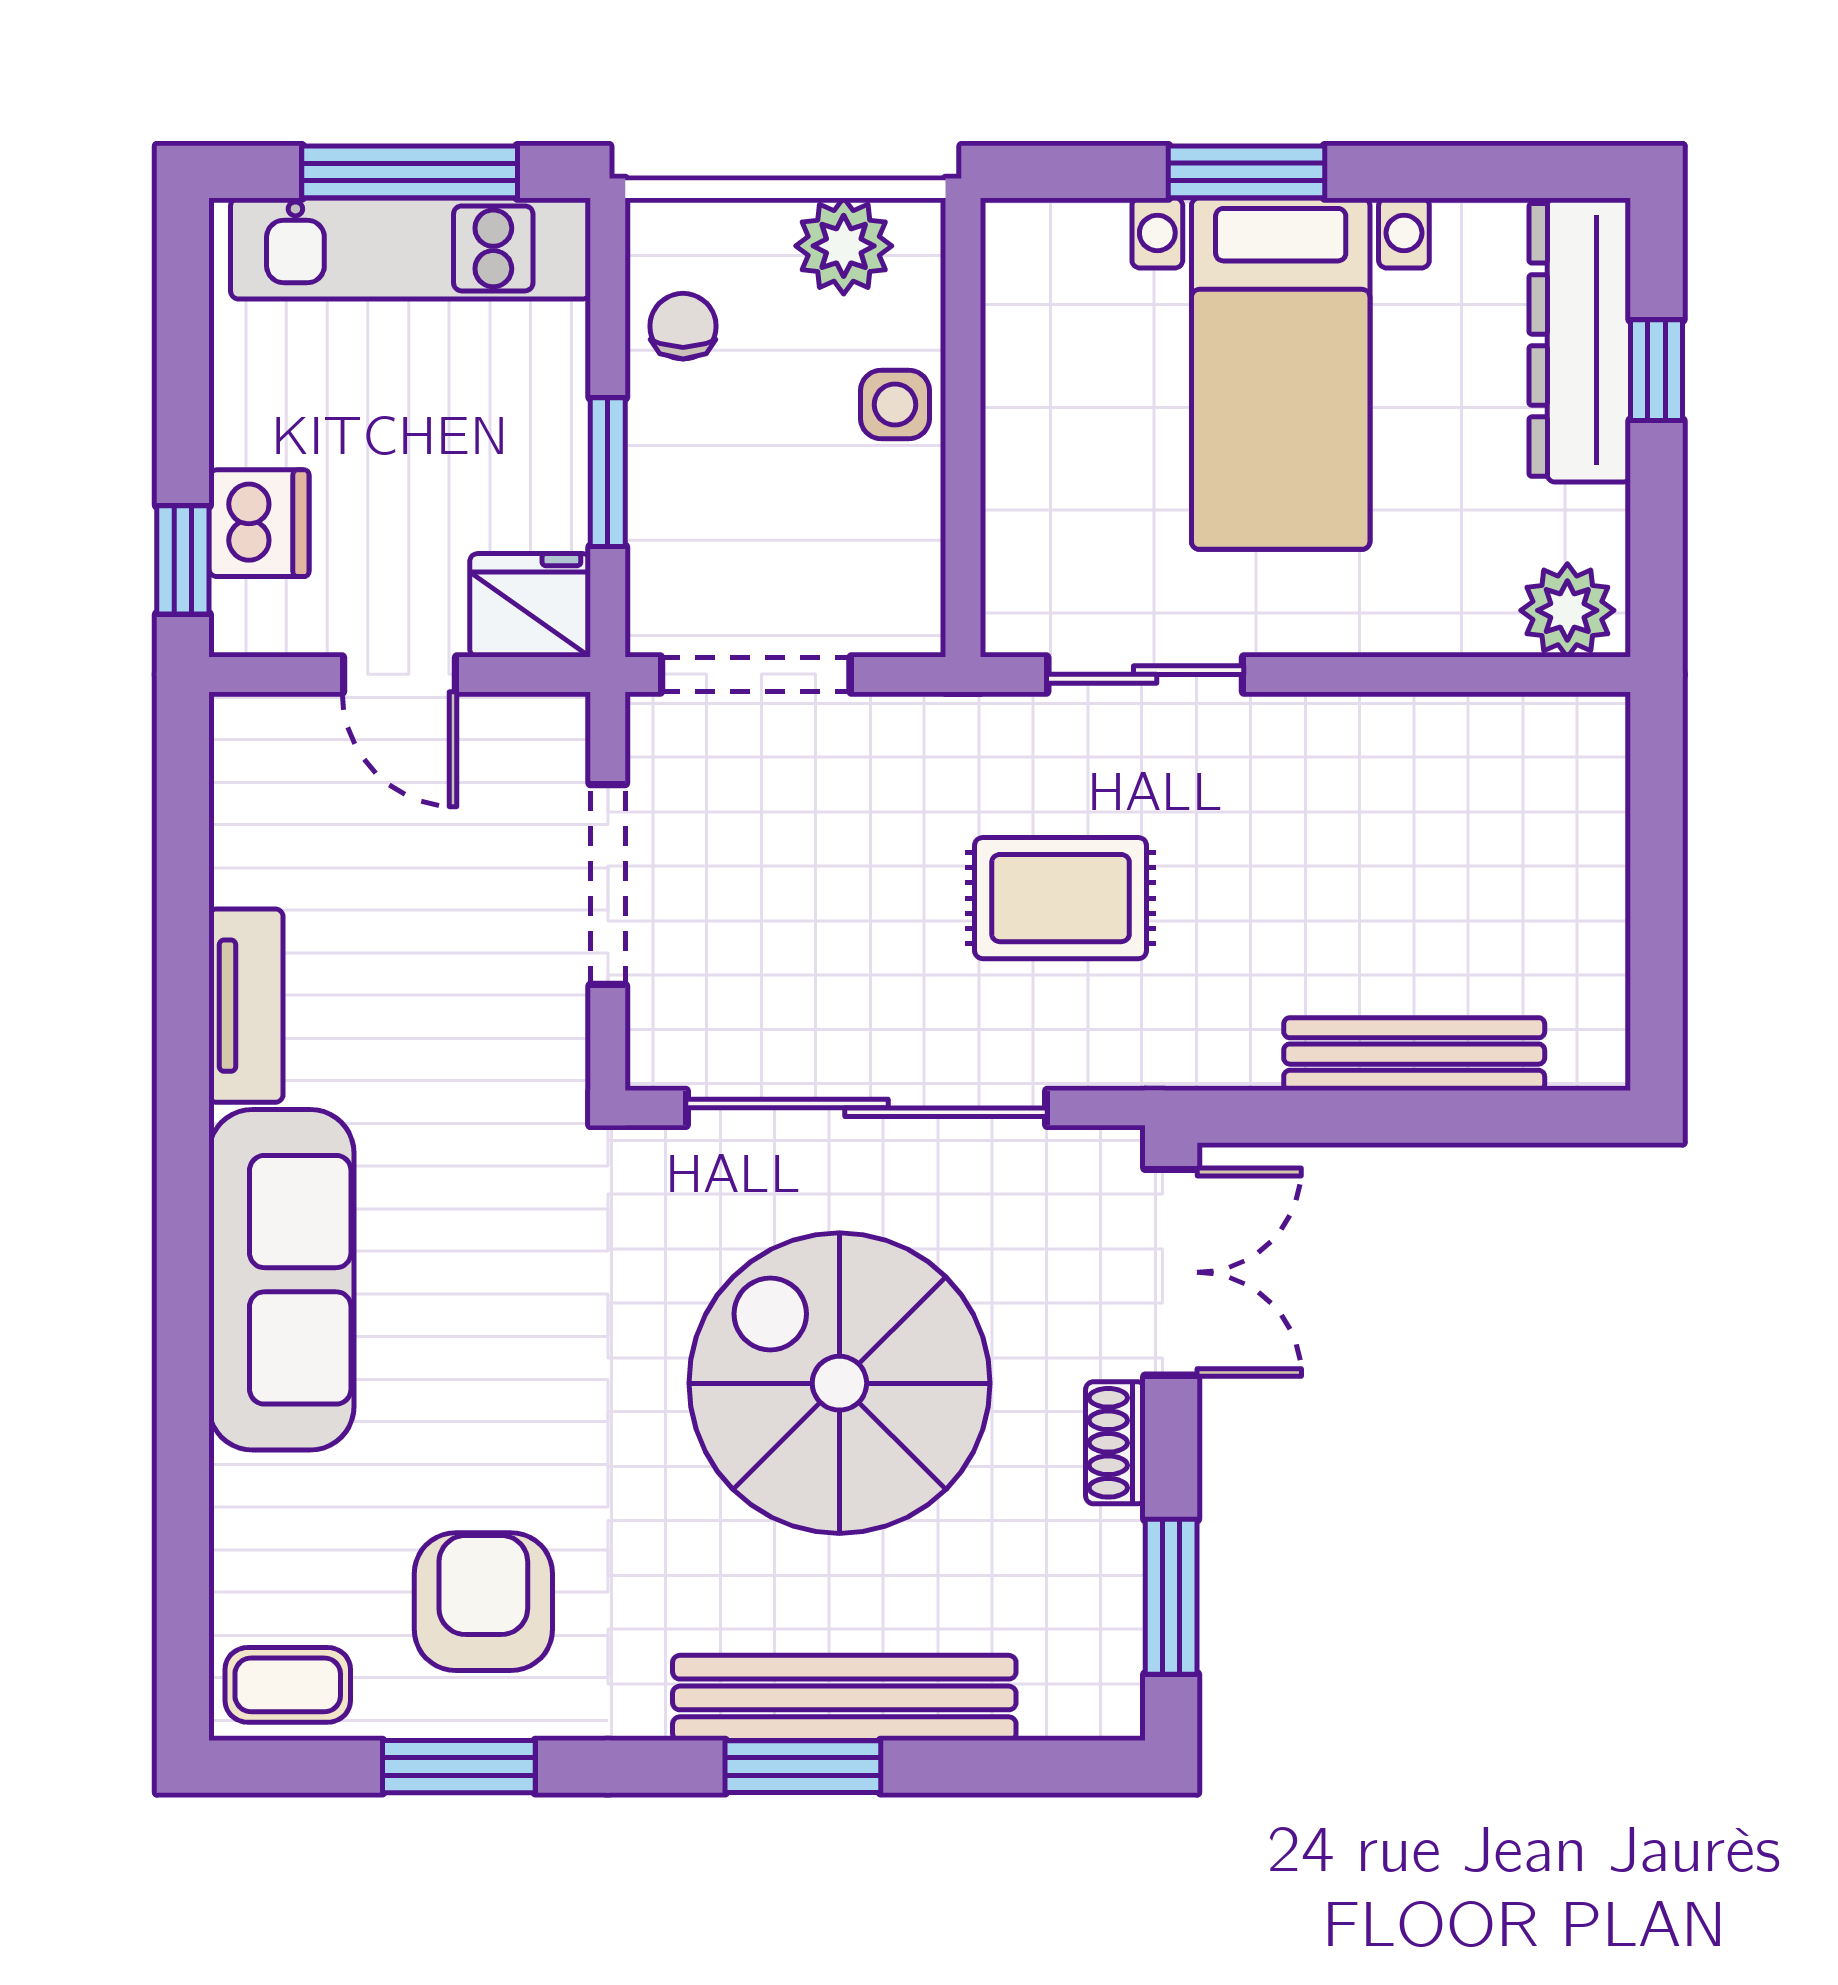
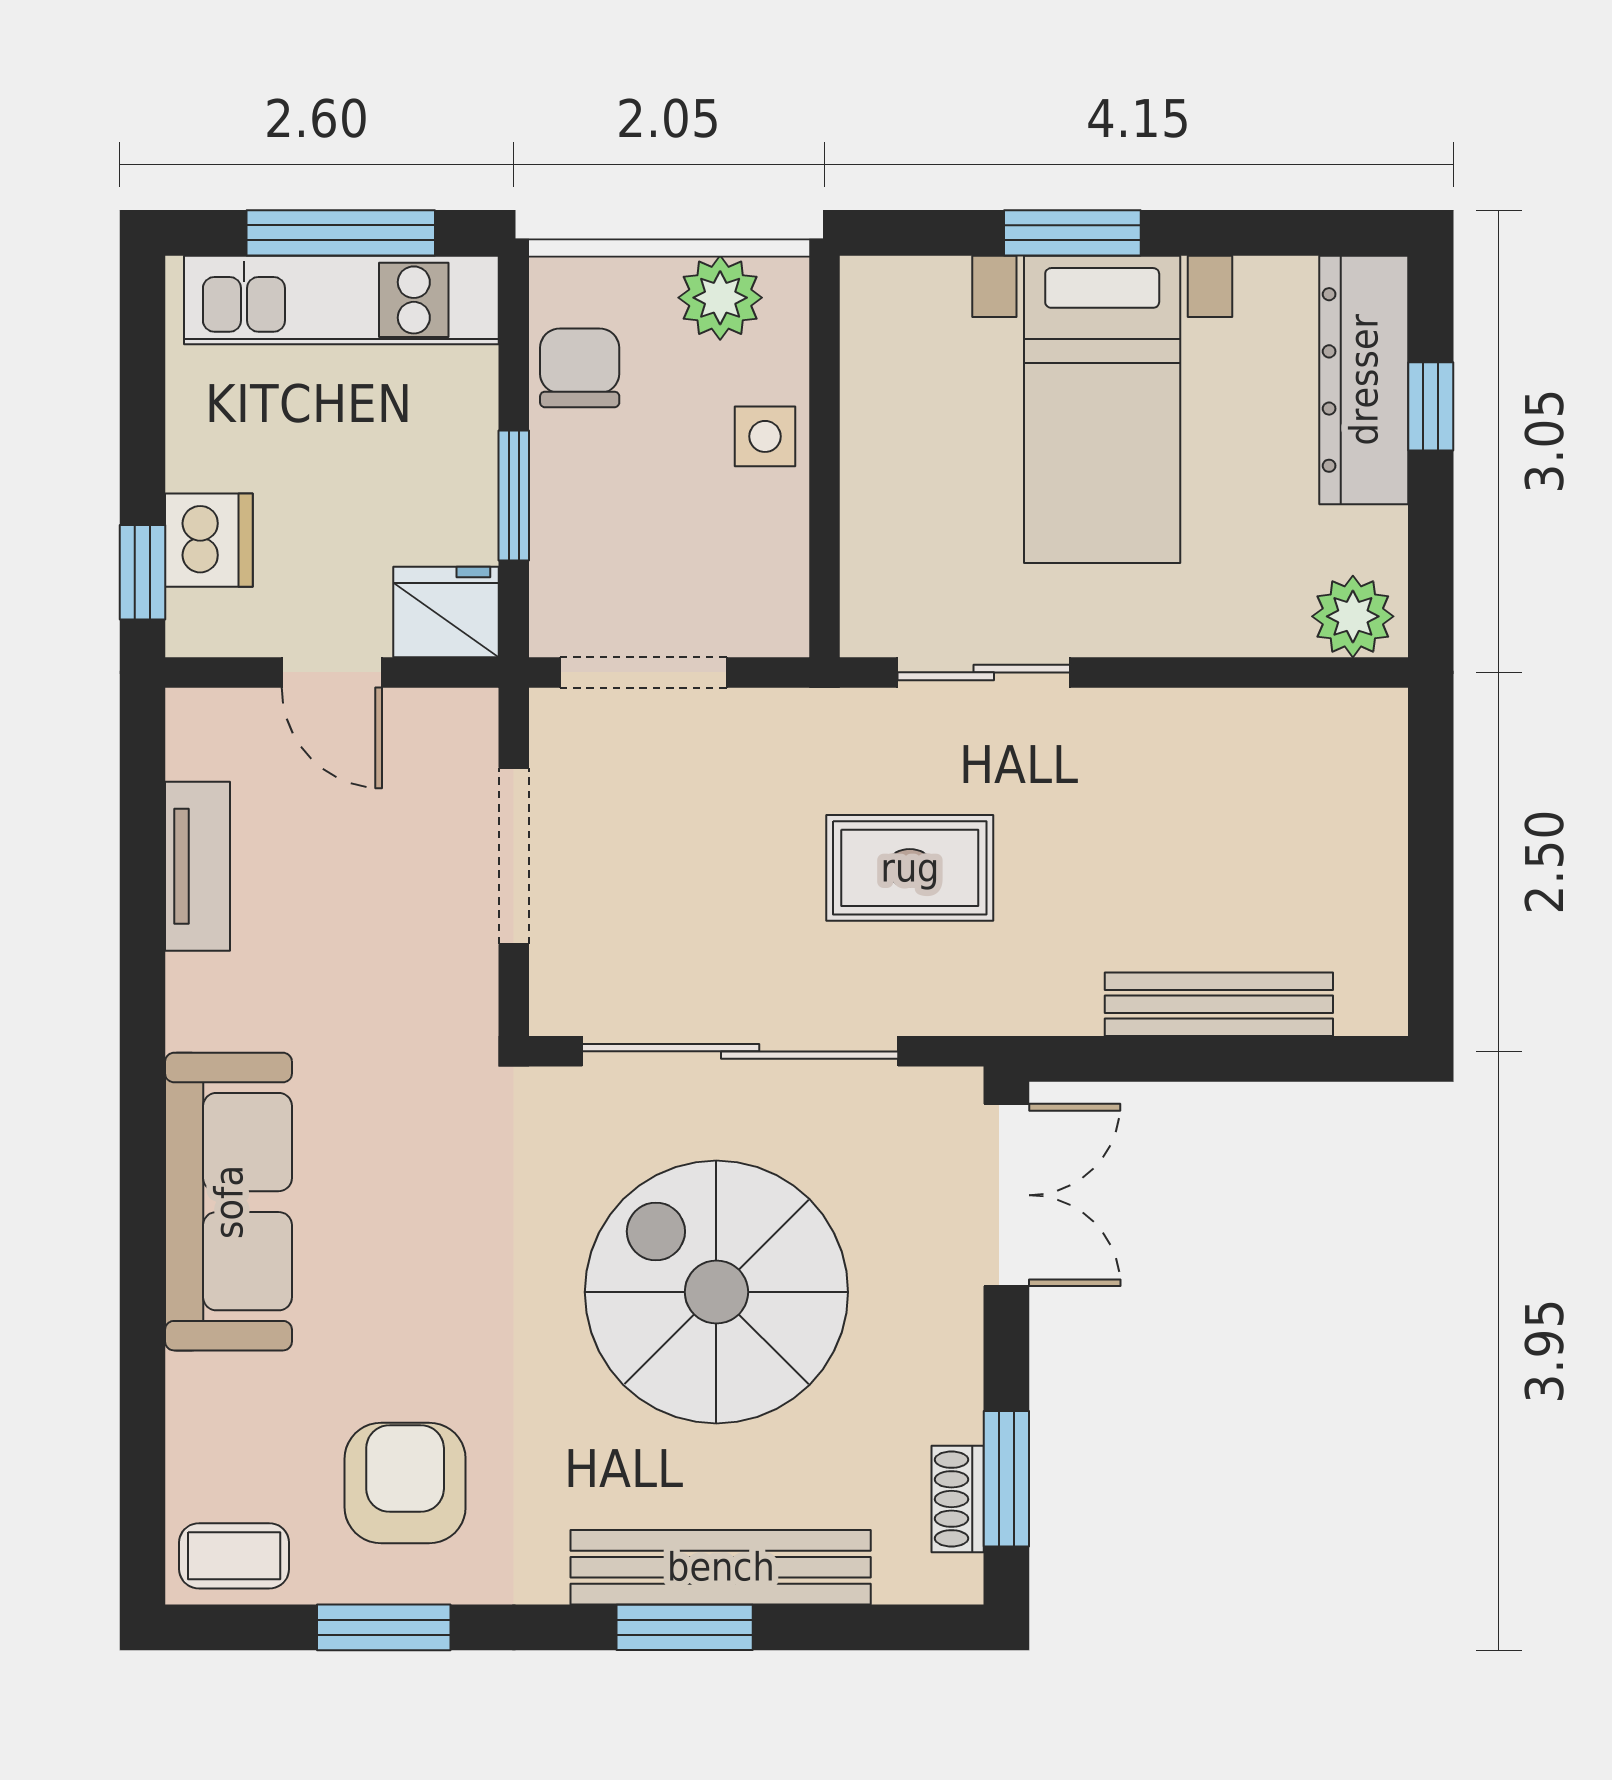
chair: (683, 326) -> (580, 368), width x1.37, depth x1.37
tv unit: (246, 1006) -> (198, 866), moved
shoe rack: (1115, 1443) -> (958, 1499), moved

